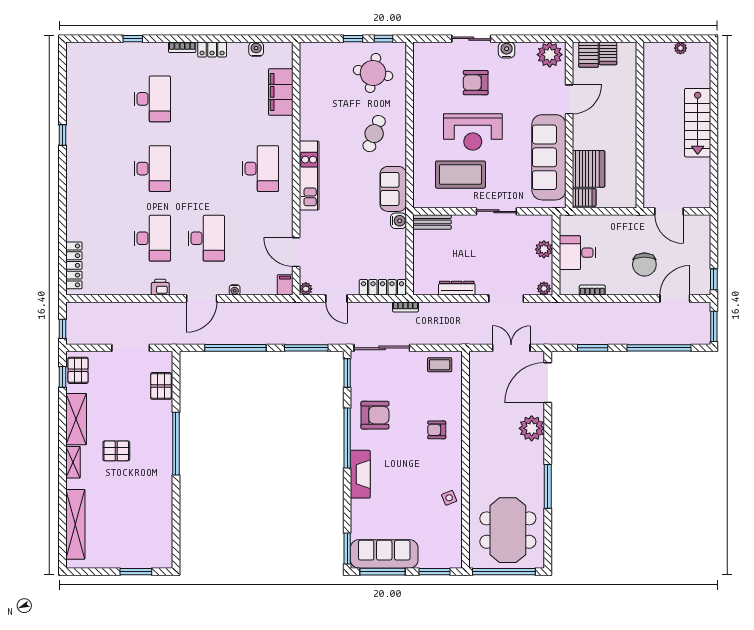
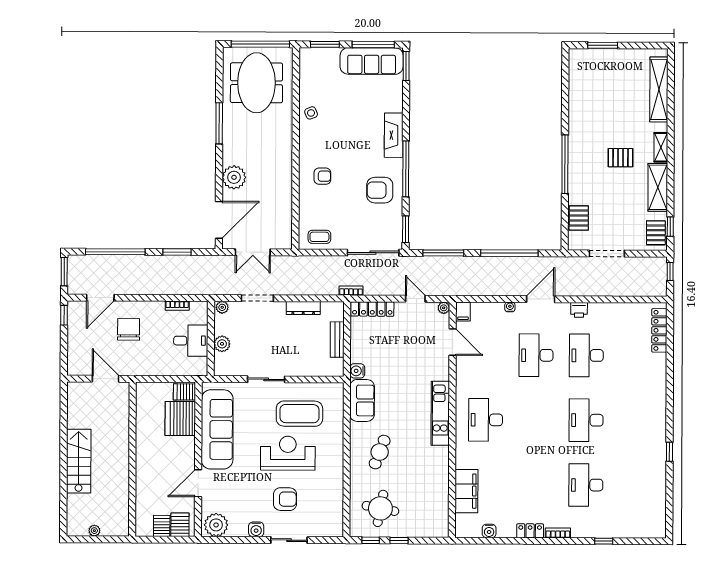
bench: (432, 222) -> (337, 340), moved, turned 90

